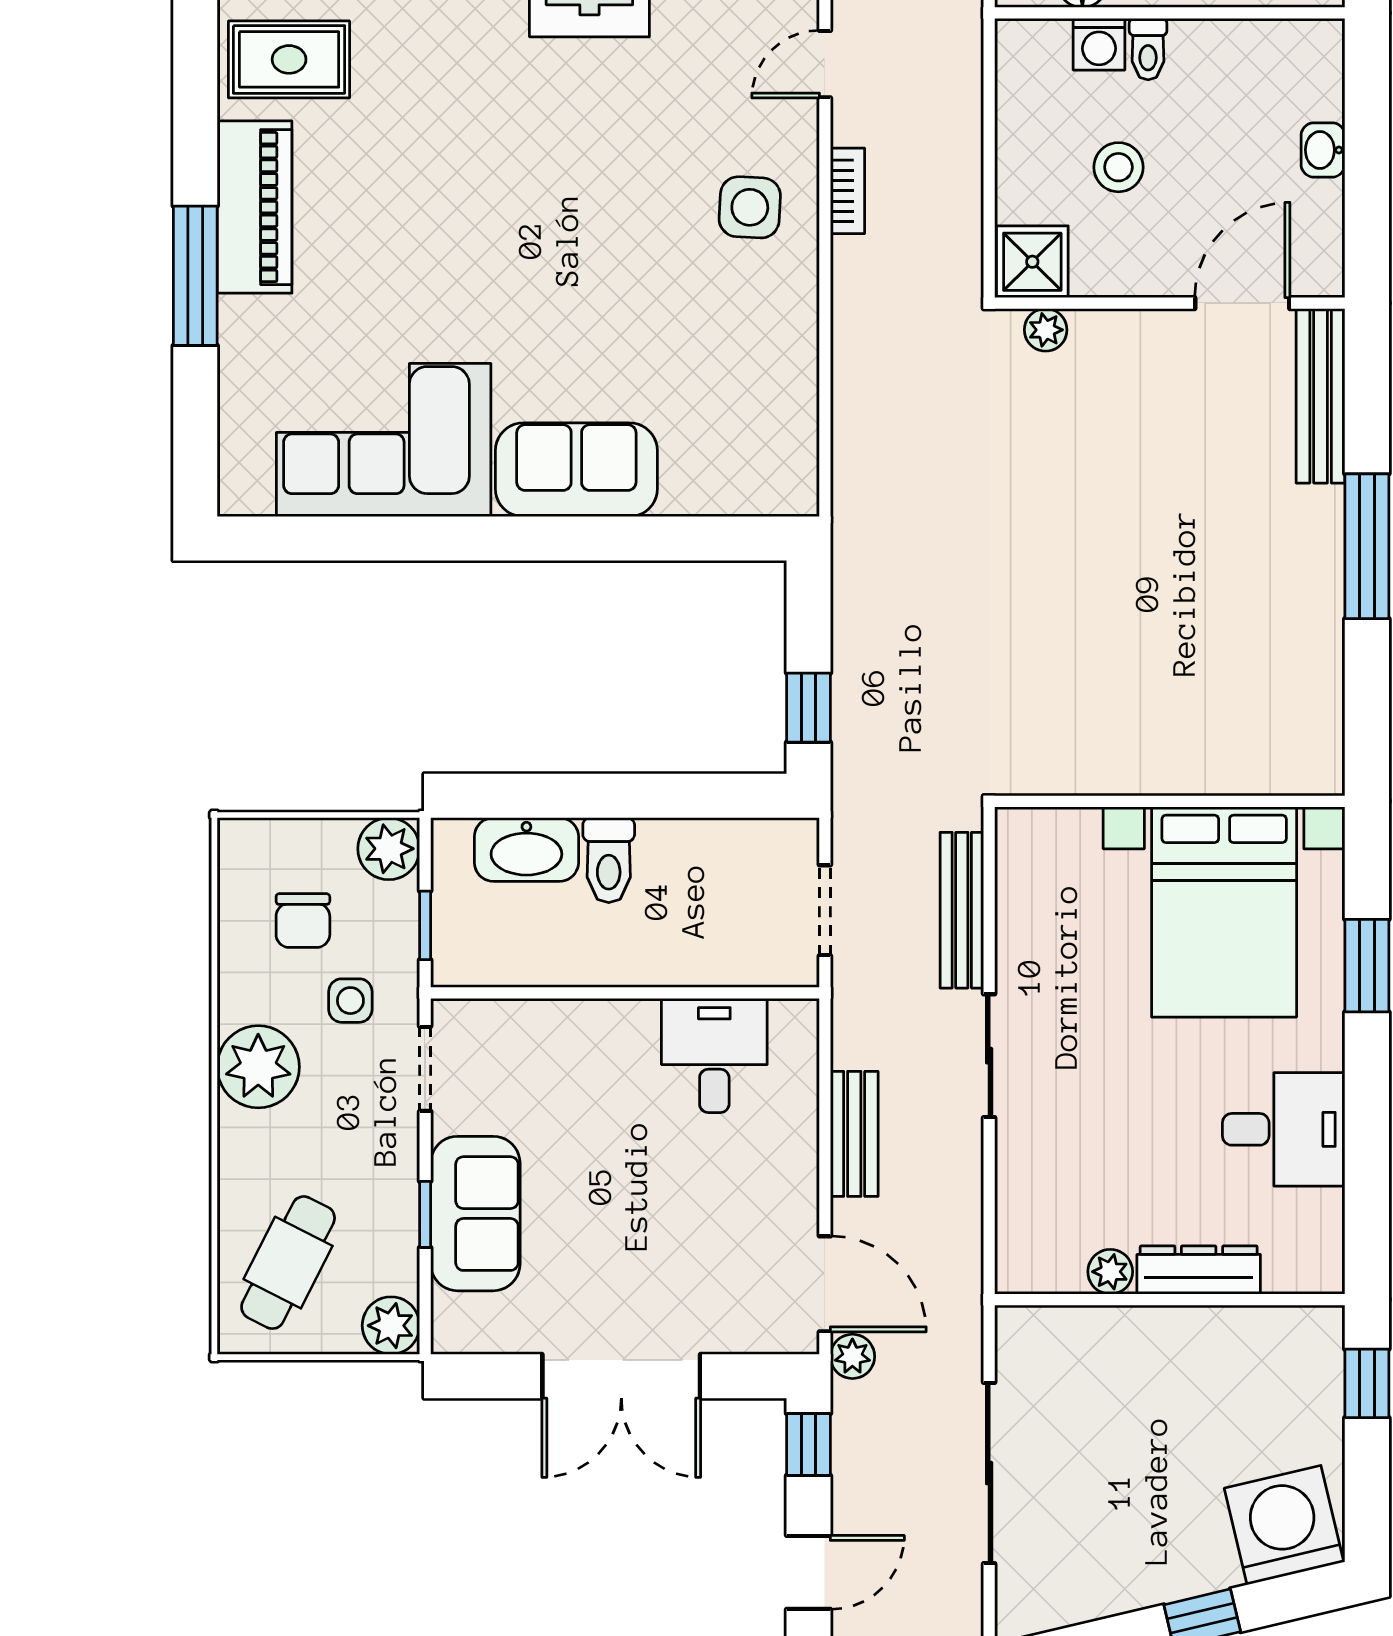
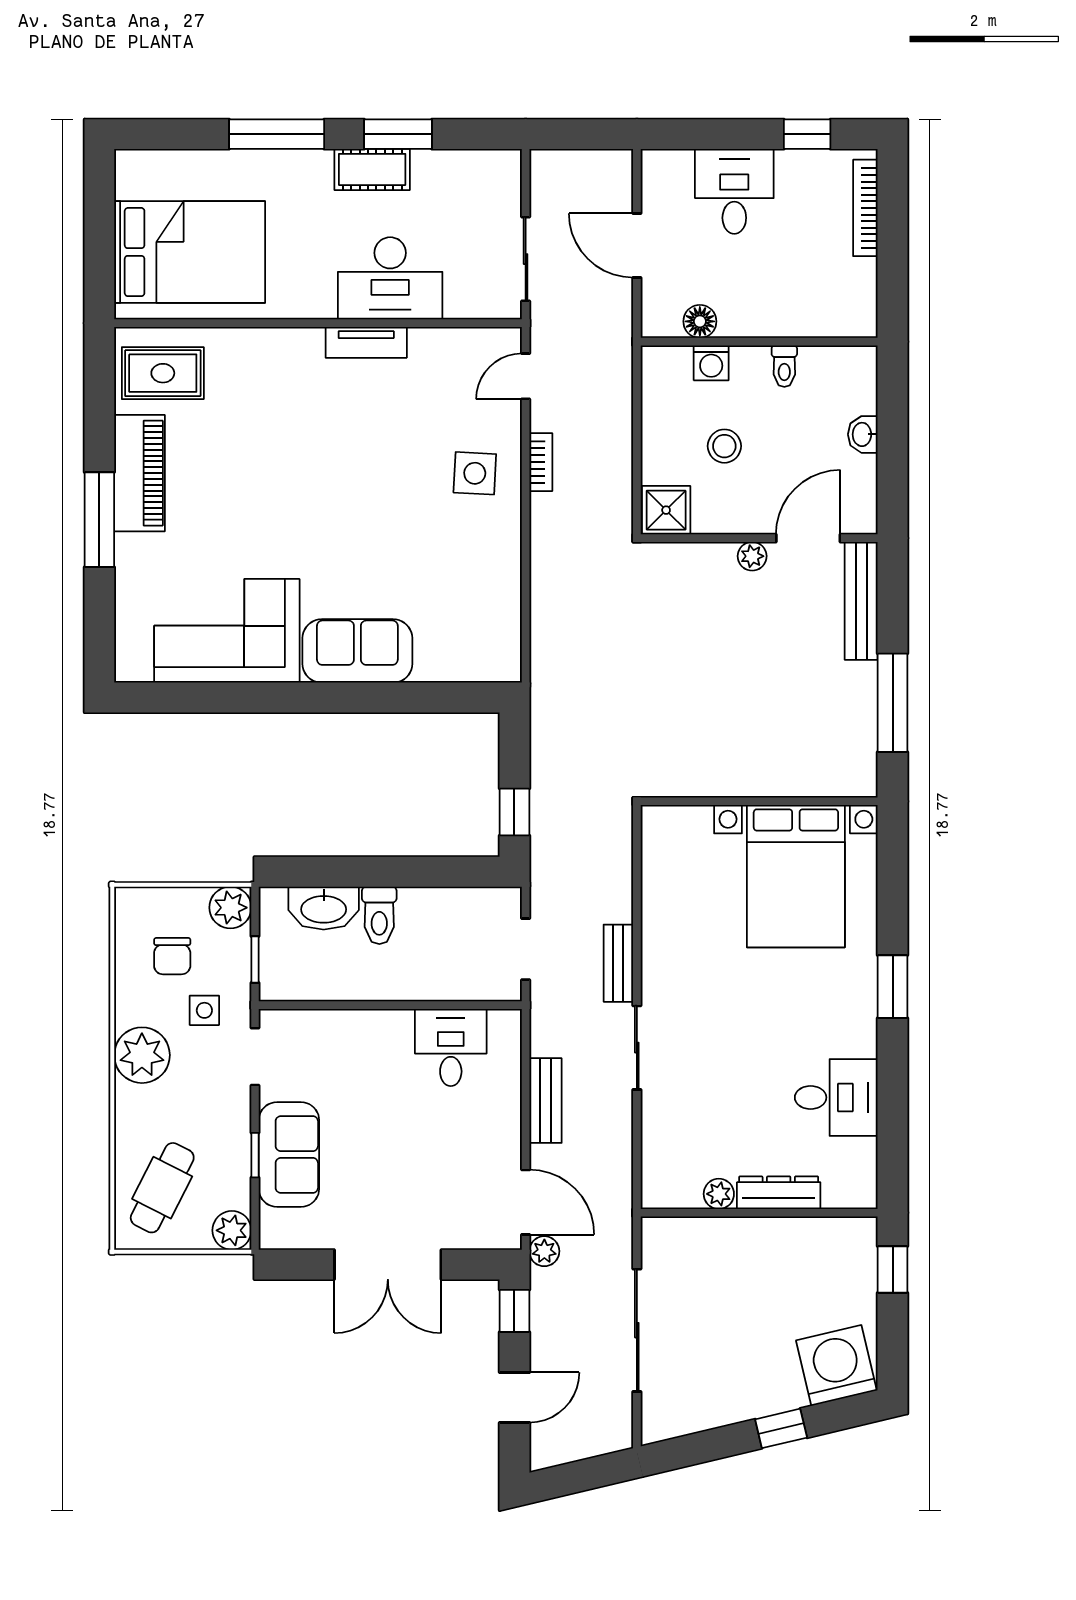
toilet: (1148, 49) -> (784, 366), moved
plant: (1046, 330) -> (752, 556), moved
wall: (1170, 801) -> (759, 801), moved
bench: (962, 910) -> (618, 963), width x0.73
bed with nightstands: (1224, 912) -> (796, 876), moved

